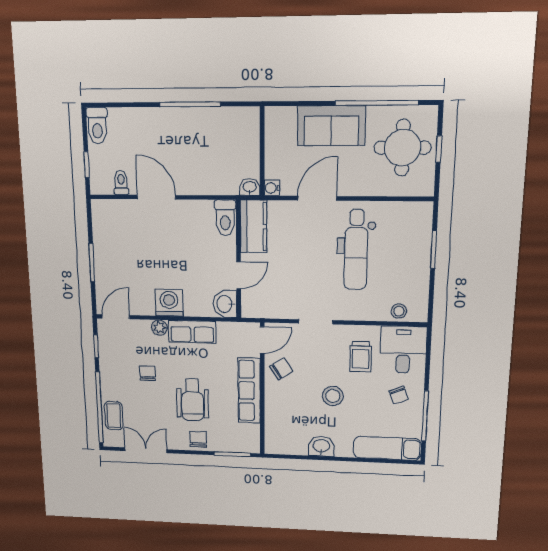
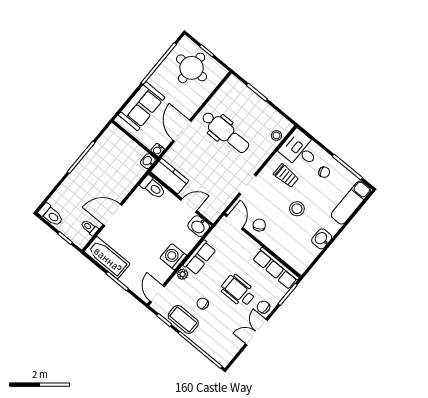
sofa: (331, 126) -> (142, 106), moved
bathtub: (106, 230) -> (107, 258), added
door: (239, 275) -> (189, 206), hinge flipped
row of seats: (249, 391) -> (276, 268), moved
wheelchair: (192, 400) -> (238, 291), turned 180
coffee table: (114, 416) -> (183, 319), moved, width x1.36, depth x1.30
double door: (146, 450) -> (256, 332), moved

